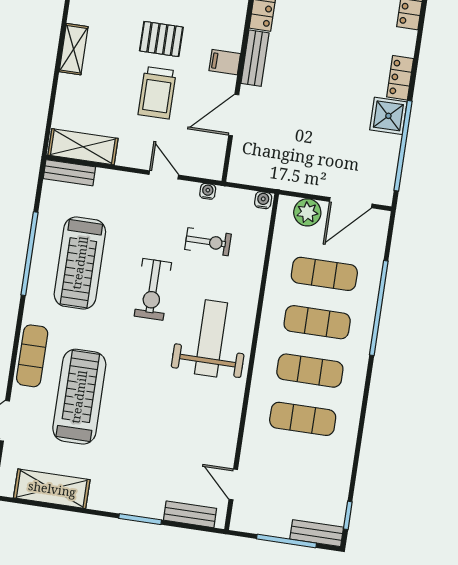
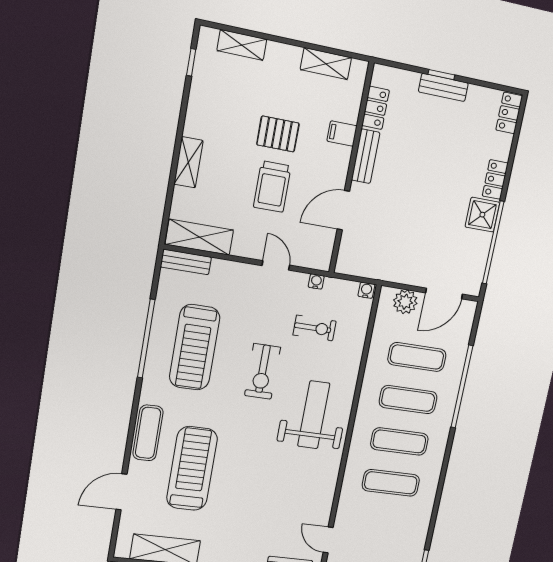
shelving: (74, 49) -> (188, 162), moved
filing cabinet: (225, 62) -> (342, 133), moved

